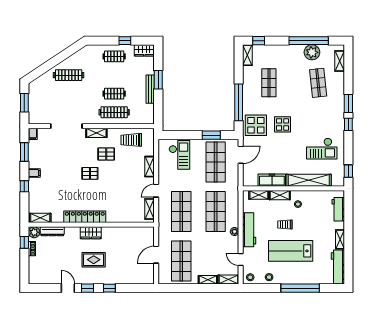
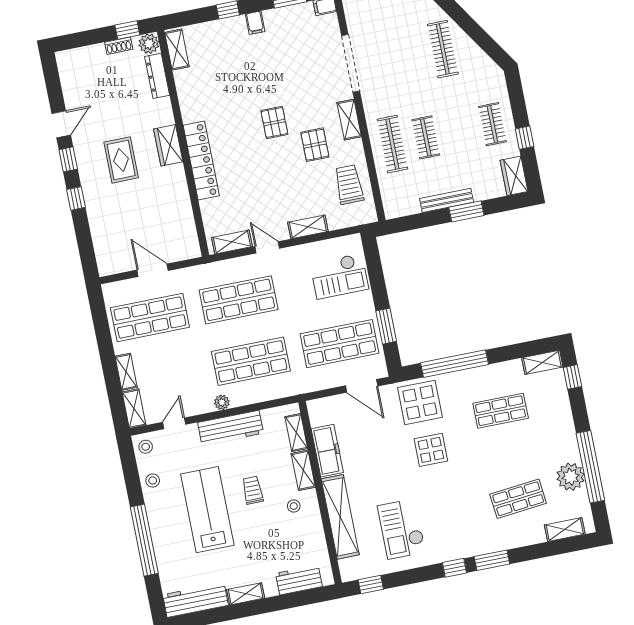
locker: (85, 217) -> (201, 161), moved

